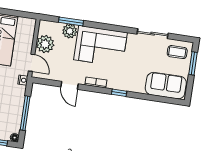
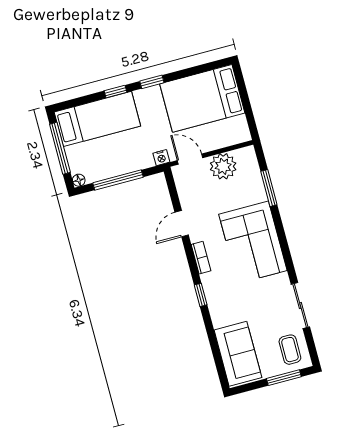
plant: (70, 31) -> (255, 192), removed
door: (32, 63) -> (190, 159), swing flipped

